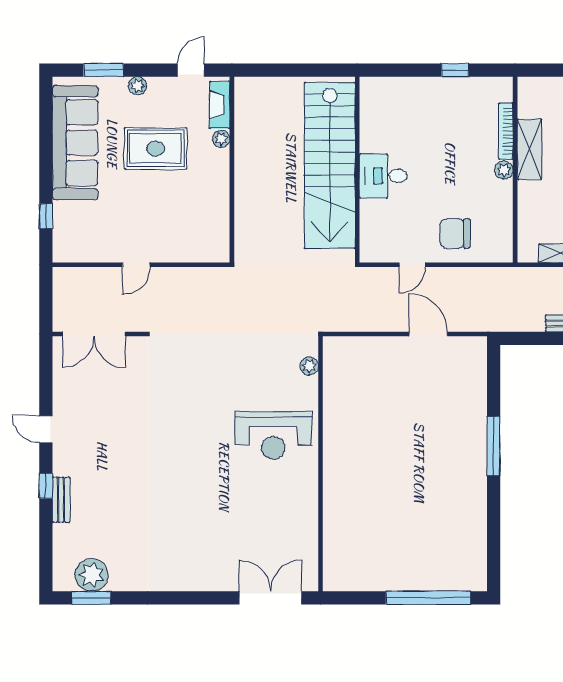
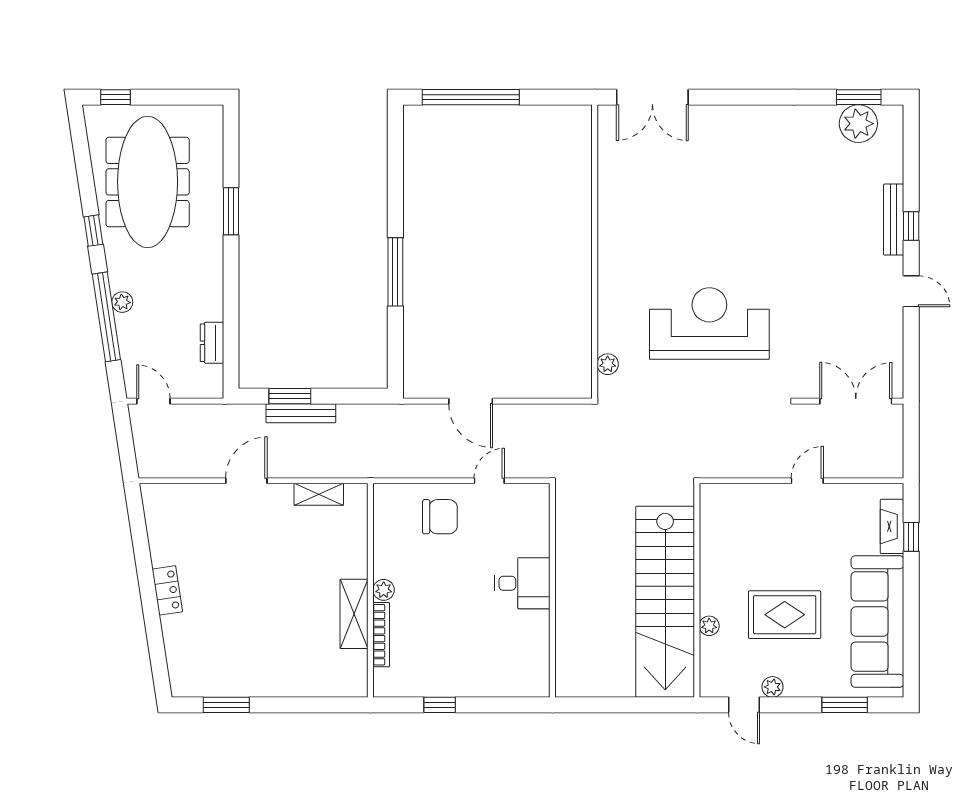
door: (191, 70) -> (744, 705), hinge flipped
plant: (137, 86) -> (772, 687), moved
fireplace: (220, 105) -> (892, 526), moved, turned 180
stairs: (330, 165) -> (665, 602), moved, turned 180
reception desk: (273, 435) -> (709, 323), moved, width x1.36, depth x1.30
bench: (61, 500) -> (894, 220), width x1.36

